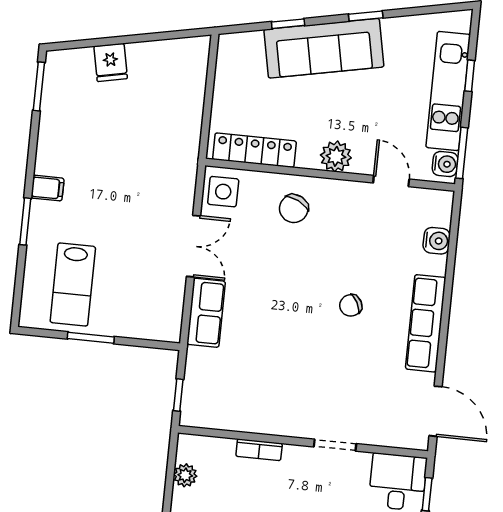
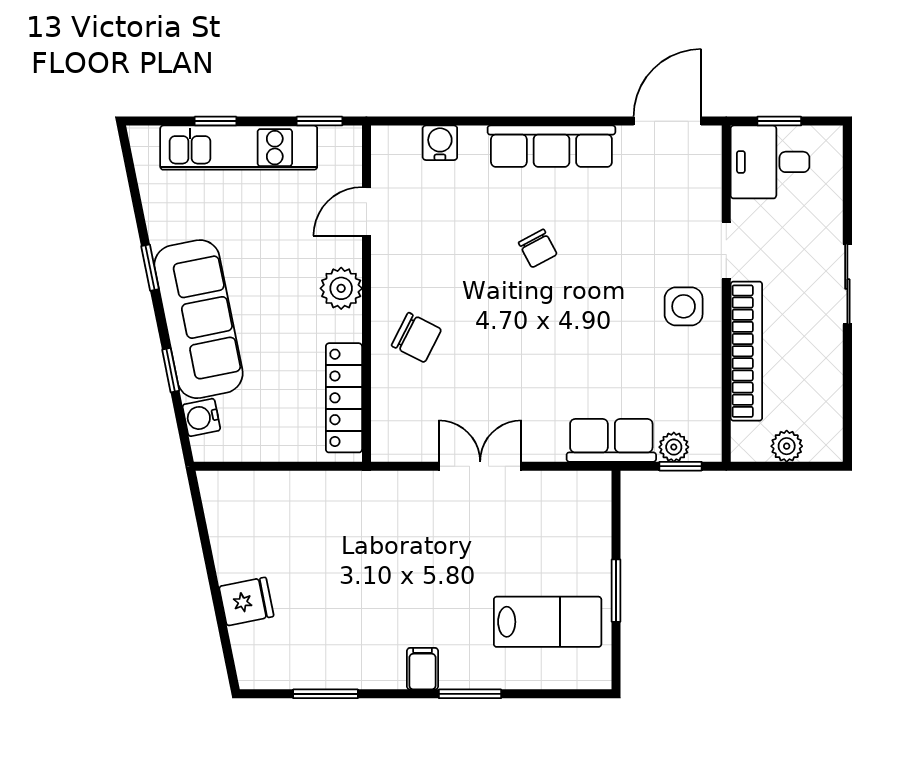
window: (39, 86) -> (325, 694), moved
window: (462, 153) -> (319, 121), width x0.67
water cooler: (445, 164) -> (201, 417), moved, turned -101
side table: (223, 192) -> (684, 306), moved
row of seats: (206, 313) -> (611, 440), moved
plant: (193, 391) -> (674, 447), added
bookcase: (259, 450) -> (746, 351), width x2.31, depth x1.31

